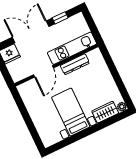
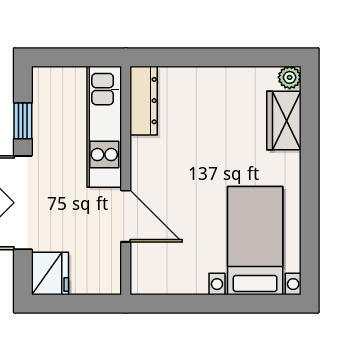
dresser: (75, 64) -> (144, 101), moved
bed with nightstands: (71, 112) -> (255, 241), moved, turned 90

